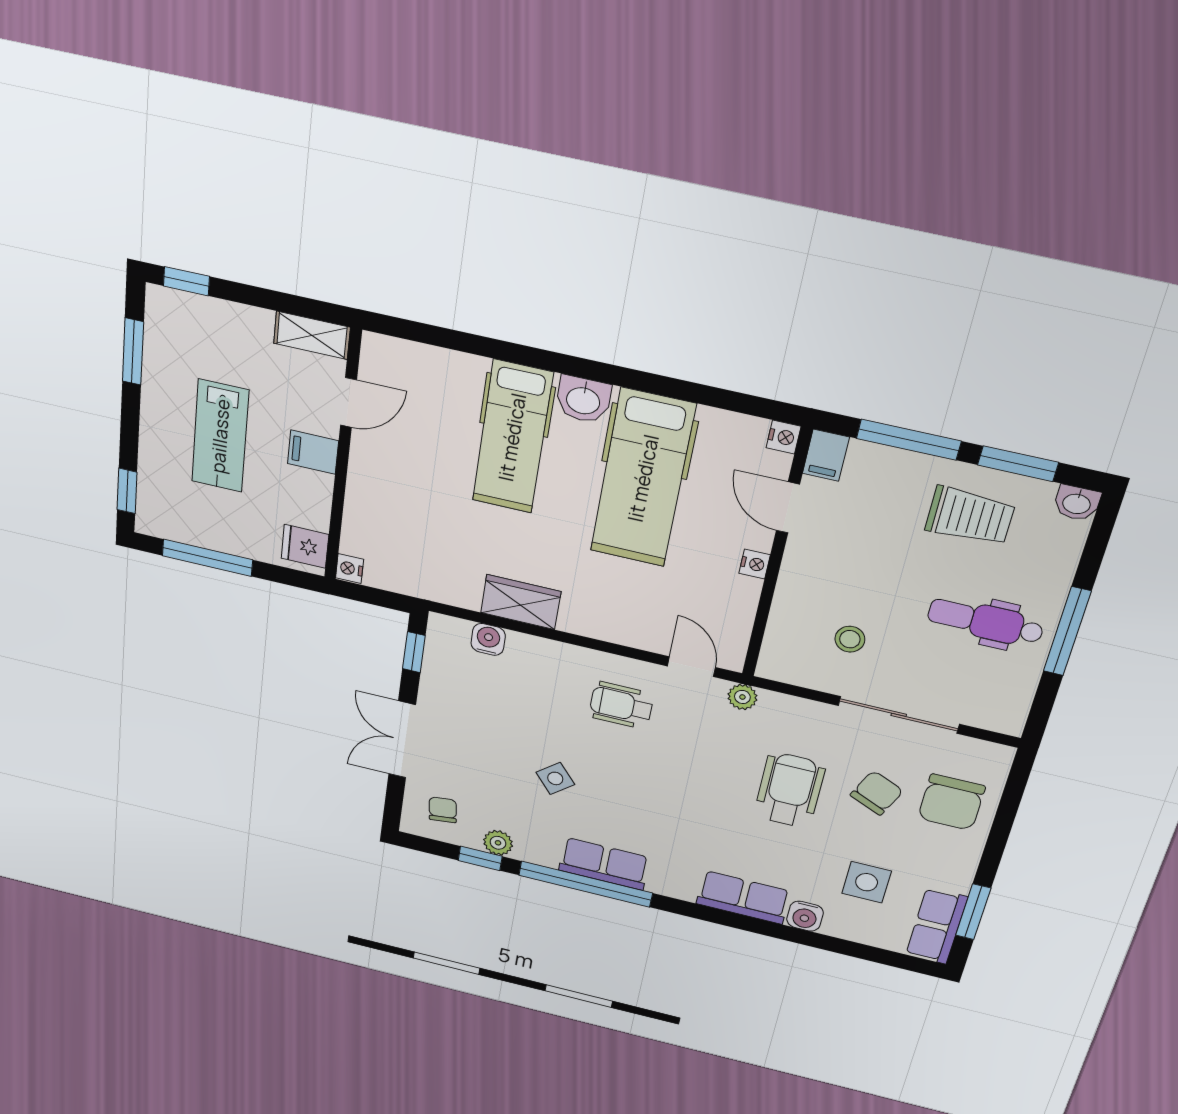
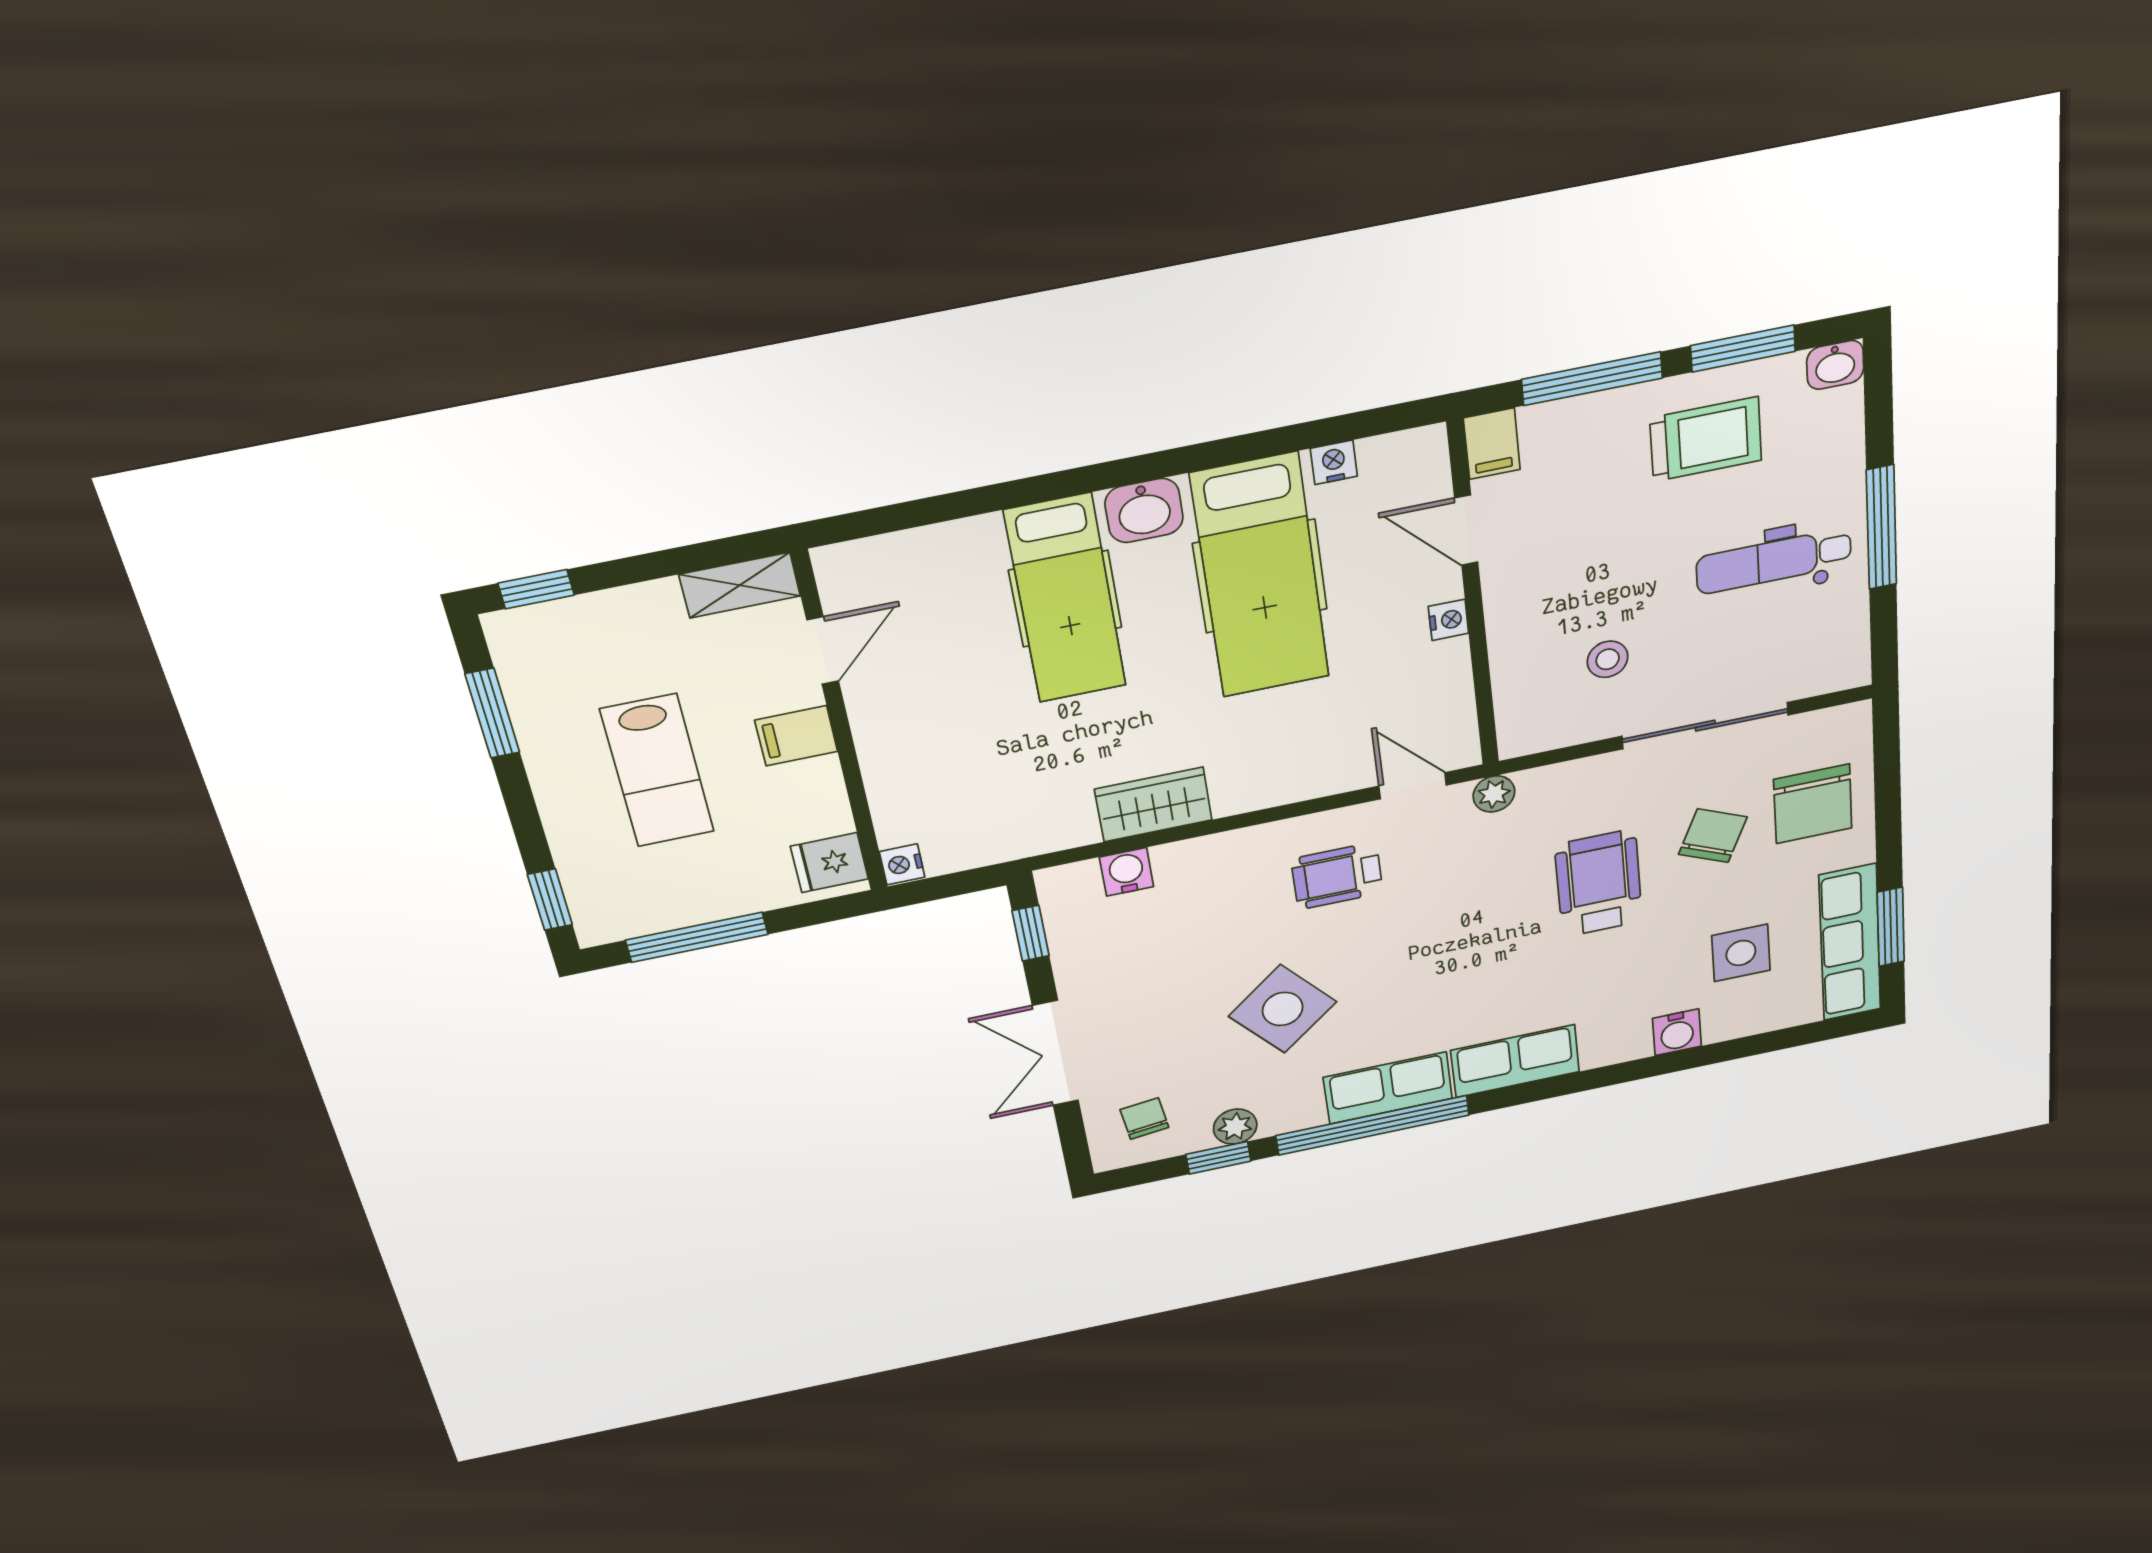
nightstand: (784, 437) -> (1334, 462), moved, turned -90
side table: (555, 778) -> (1283, 1009), width x1.87, depth x1.87
row of seats: (743, 897) -> (1515, 1061), moved
row of seats: (937, 926) -> (1850, 943), width x1.48

